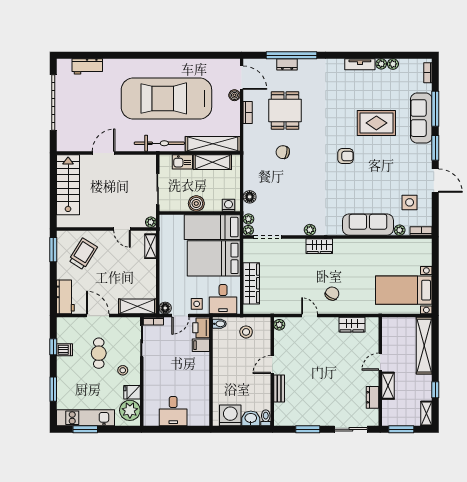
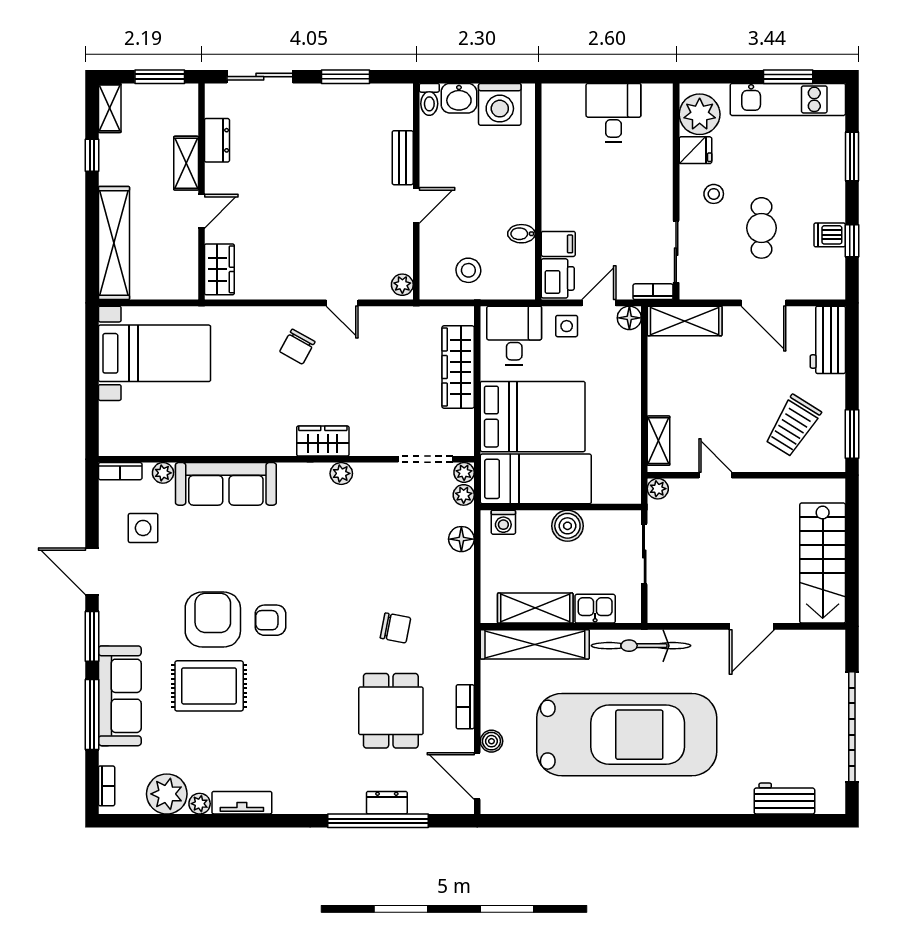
plant: (393, 64) -> (167, 794), width x1.88, depth x1.88
armchair: (375, 156) -> (213, 620), added
bidet: (219, 324) -> (521, 234), moved
wardrobe: (352, 325) -> (219, 269), moved, turned 90

